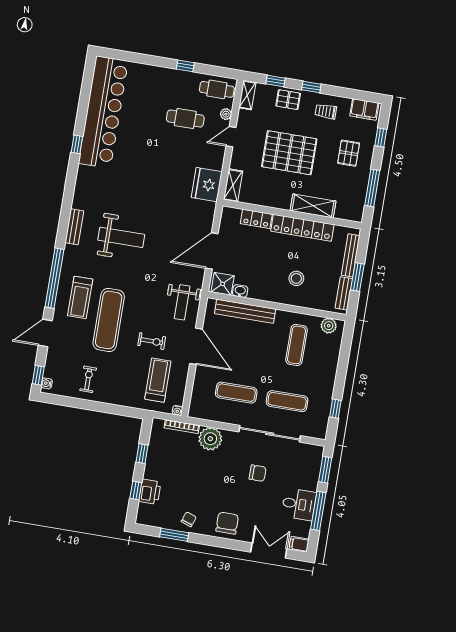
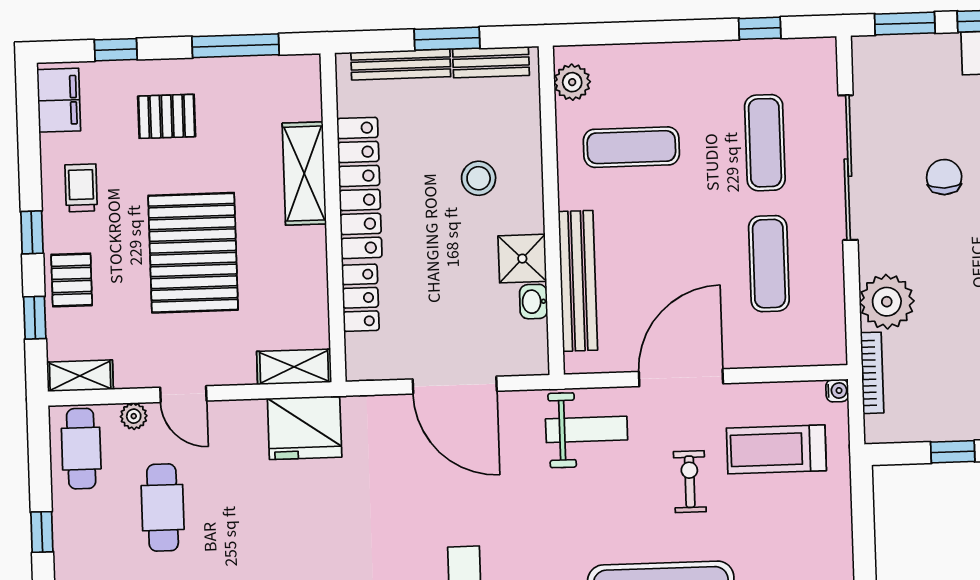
trolley: (326, 111) -> (81, 188), turned 180
shower: (223, 284) -> (522, 259), moved

